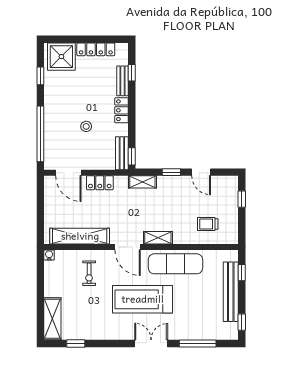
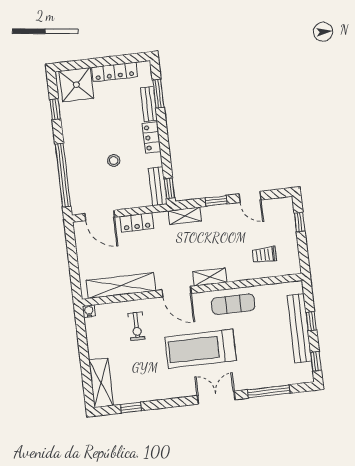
window: (132, 73) -> (158, 94), width x1.50
exercise mat: (175, 264) -> (233, 304), width x0.73, depth x0.69
window: (242, 273) -> (311, 321), moved

